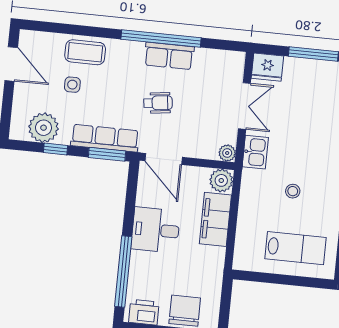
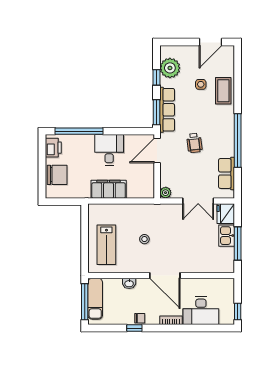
row of seats: (169, 56) -> (227, 173), moved
kitchen sink: (255, 152) -> (227, 236), moved, turned 90
plant: (221, 180) -> (147, 191), removed
filing cabinet: (215, 219) -> (109, 189), moved

